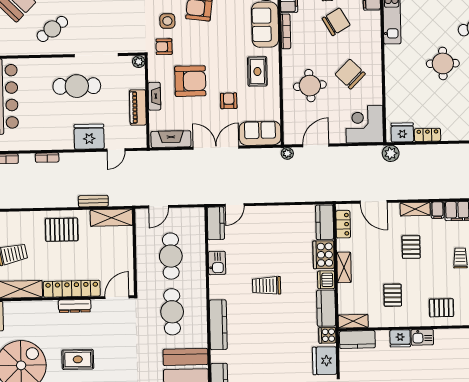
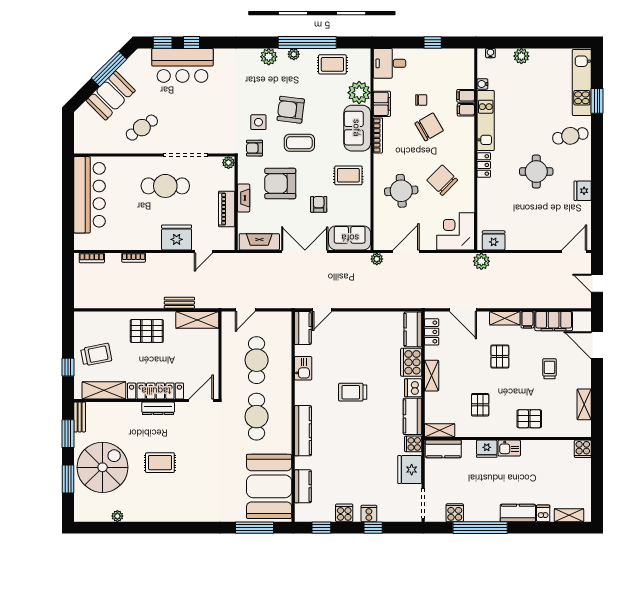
coffee table: (208, 40) -> (299, 143), added
rug: (257, 71) -> (348, 175), turned 90
armchair: (190, 81) -> (280, 183), turned 180
locker: (427, 135) -> (484, 165), moved, turned 90

